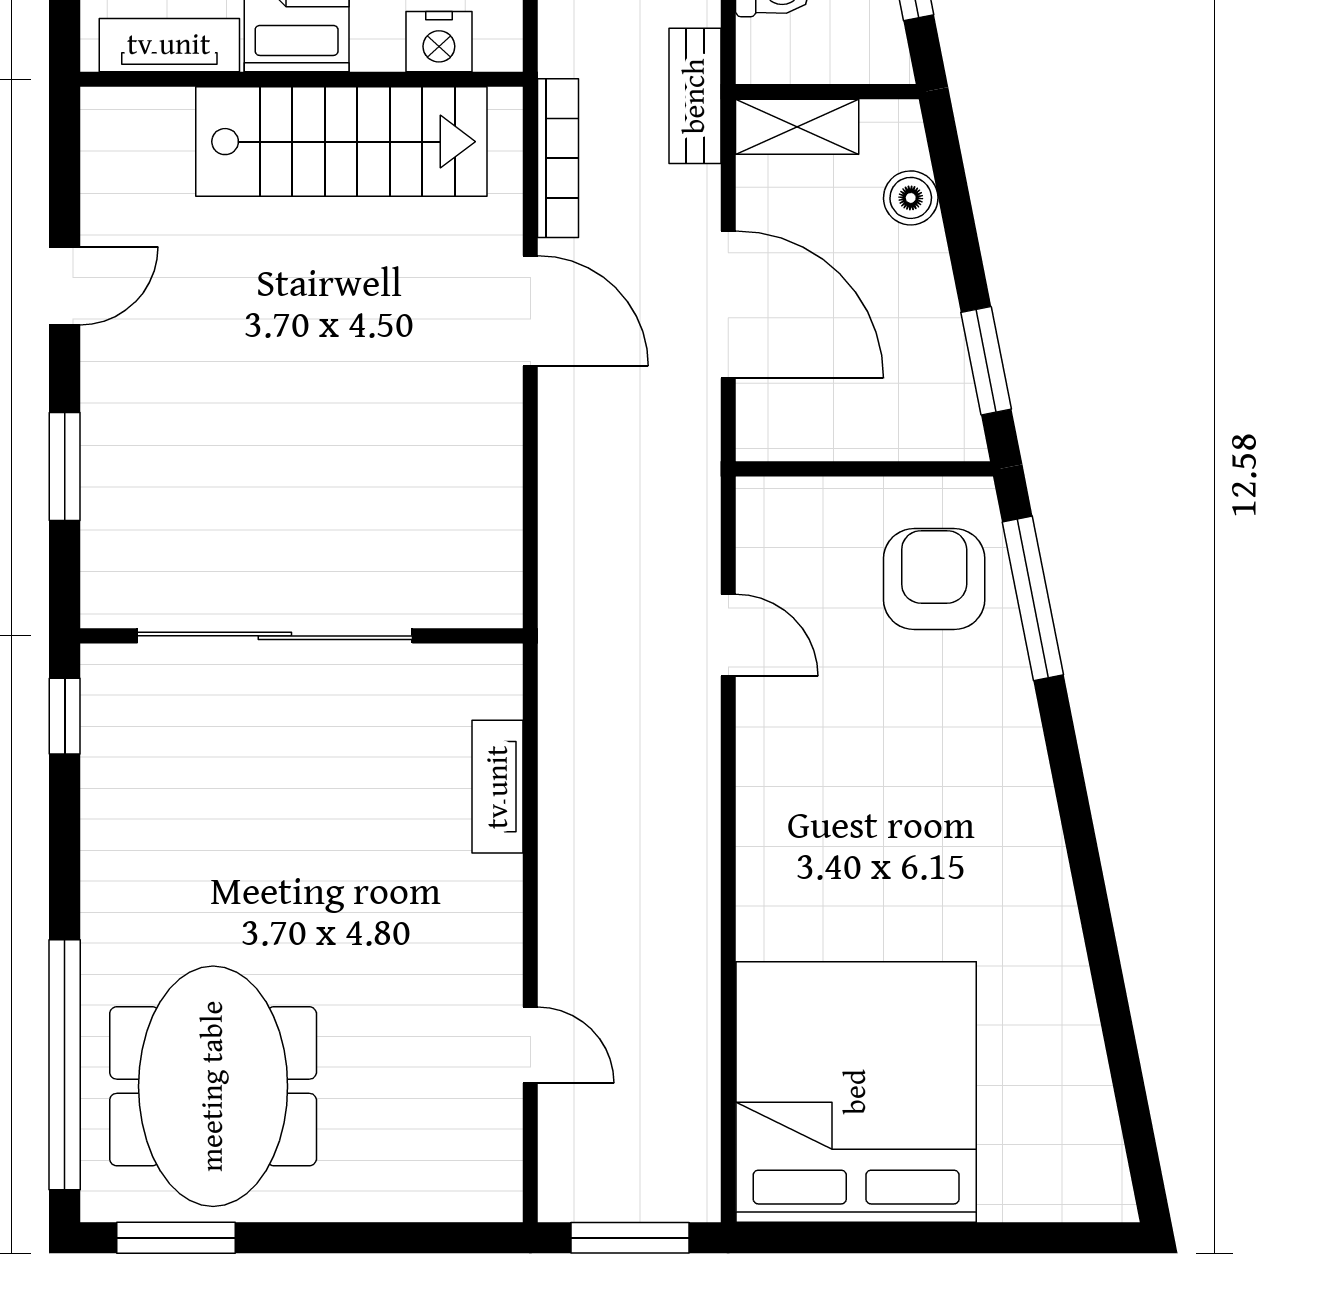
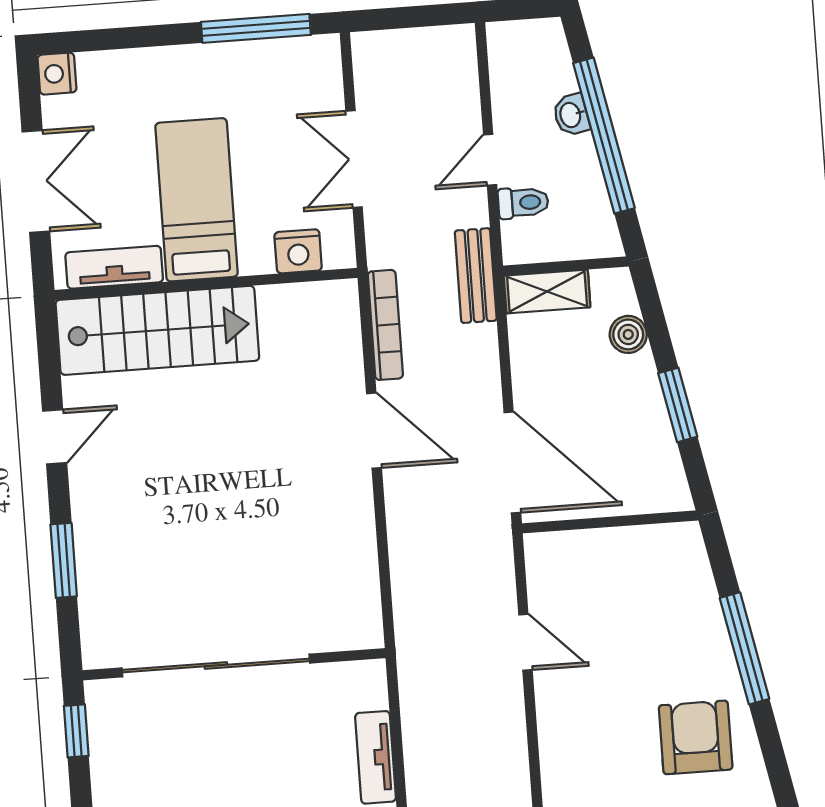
stairs: (341, 142) -> (157, 330), moved
door: (728, 305) -> (512, 463), moved
window: (986, 361) -> (678, 405), moved
armchair: (934, 579) -> (696, 737), moved
window: (1033, 598) -> (744, 648), moved

